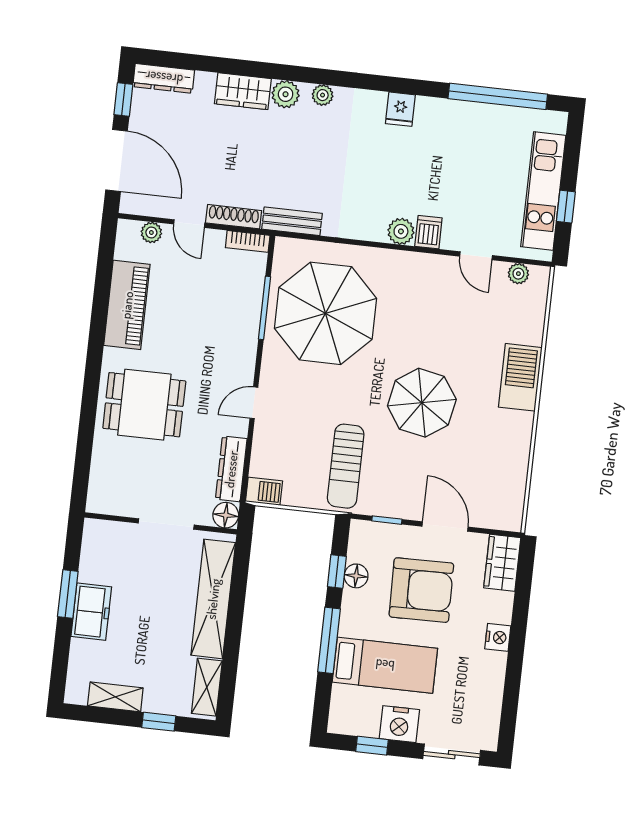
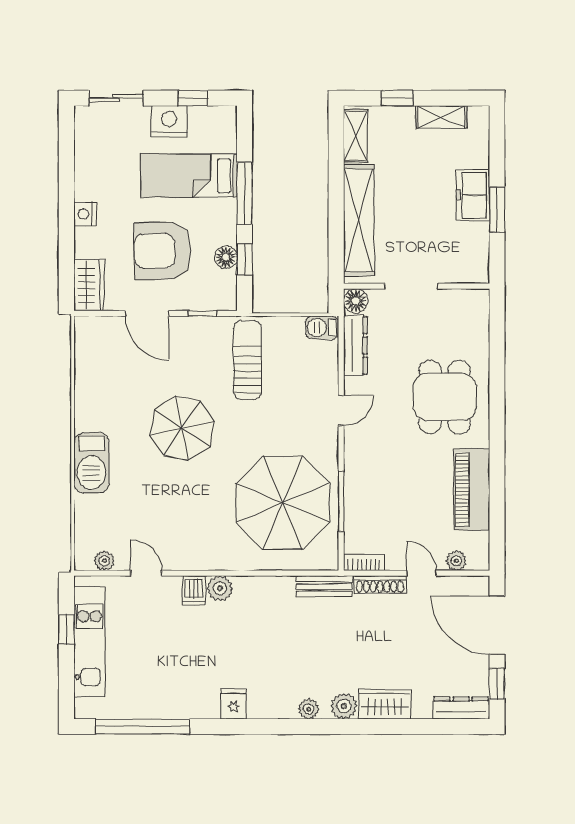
dining table: (144, 405) -> (445, 397), turned 90

